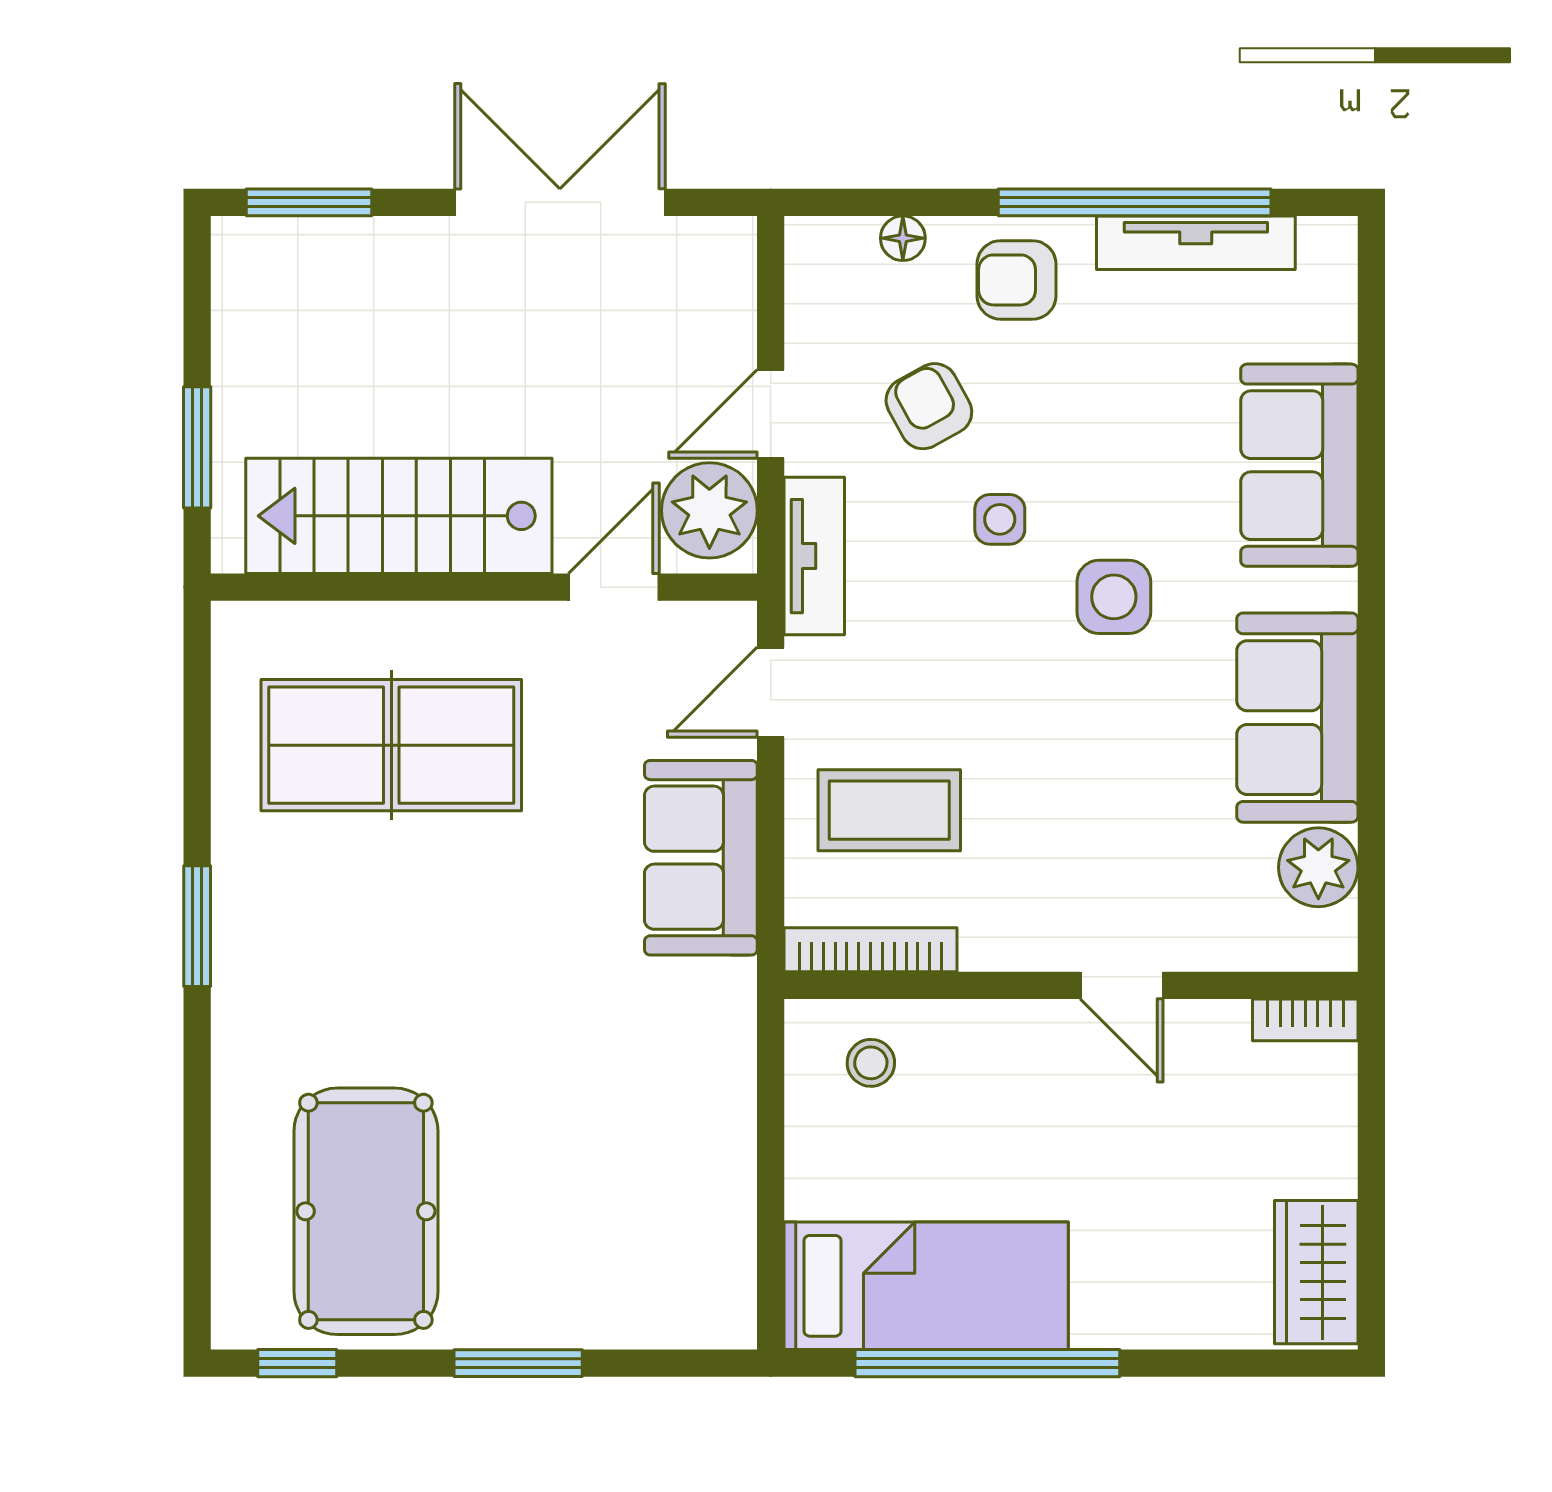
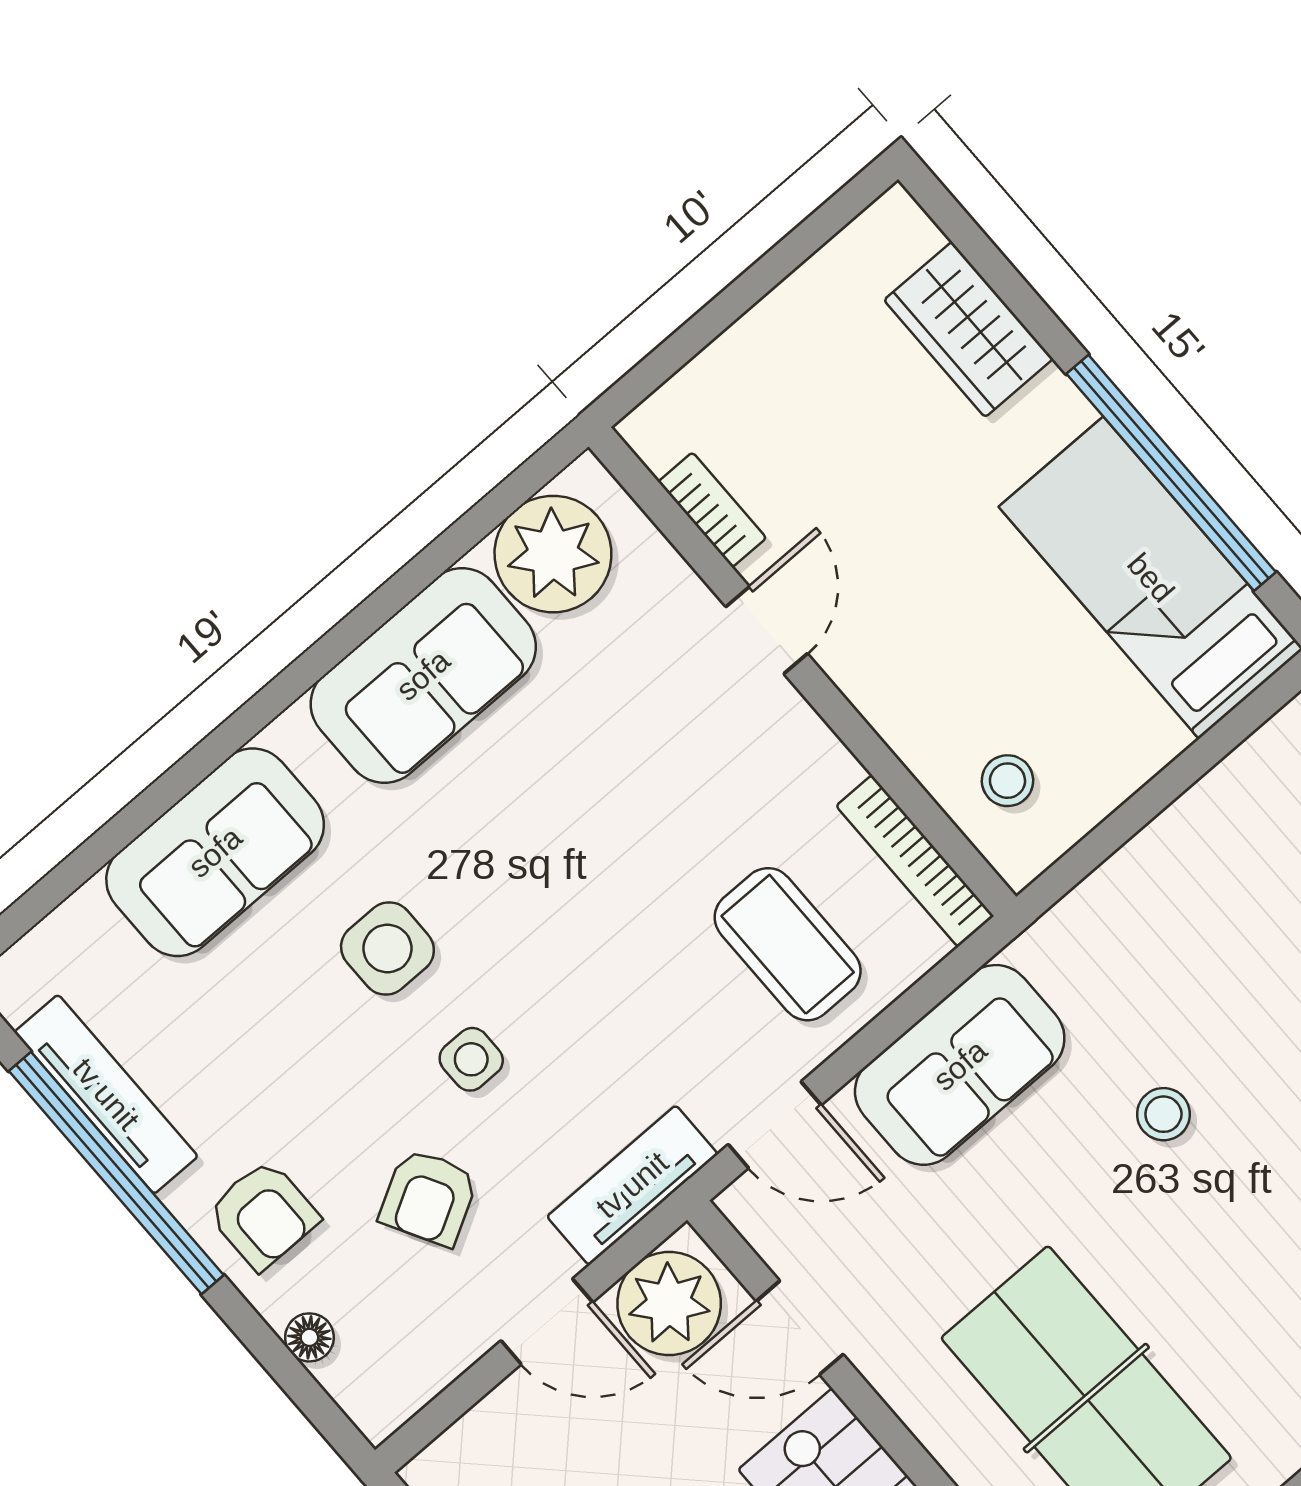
side table: (1114, 597) -> (387, 948), moved
plant: (1318, 867) -> (553, 554), width x1.36, depth x1.36
stool: (543, 971) -> (1163, 1114), added
bookcase: (1305, 1020) -> (712, 510), moved
wardrobe: (1316, 1272) -> (968, 329), moved, turned 90

